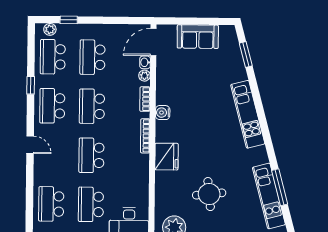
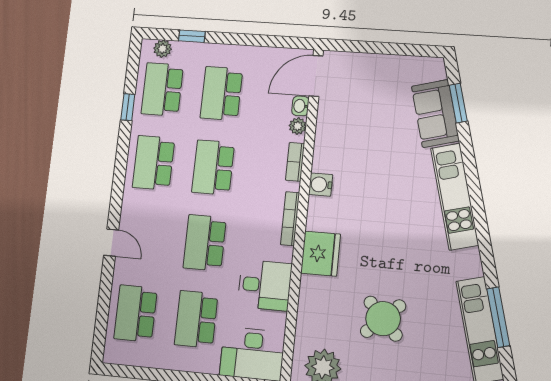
sofa: (198, 37) -> (435, 113), moved, turned 75
window: (31, 85) -> (128, 107), moved
door: (30, 145) -> (111, 243), moved
desk: (133, 179) -> (265, 285), added
round table: (209, 194) -> (383, 319), turned -37

